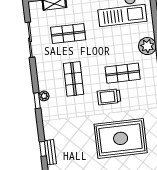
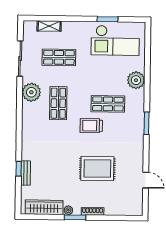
plant: (44, 96) -> (31, 92), moved, width x1.87, depth x1.87
window: (37, 101) -> (19, 120), removed
rug: (121, 138) -> (97, 168), width x0.73, depth x0.69

